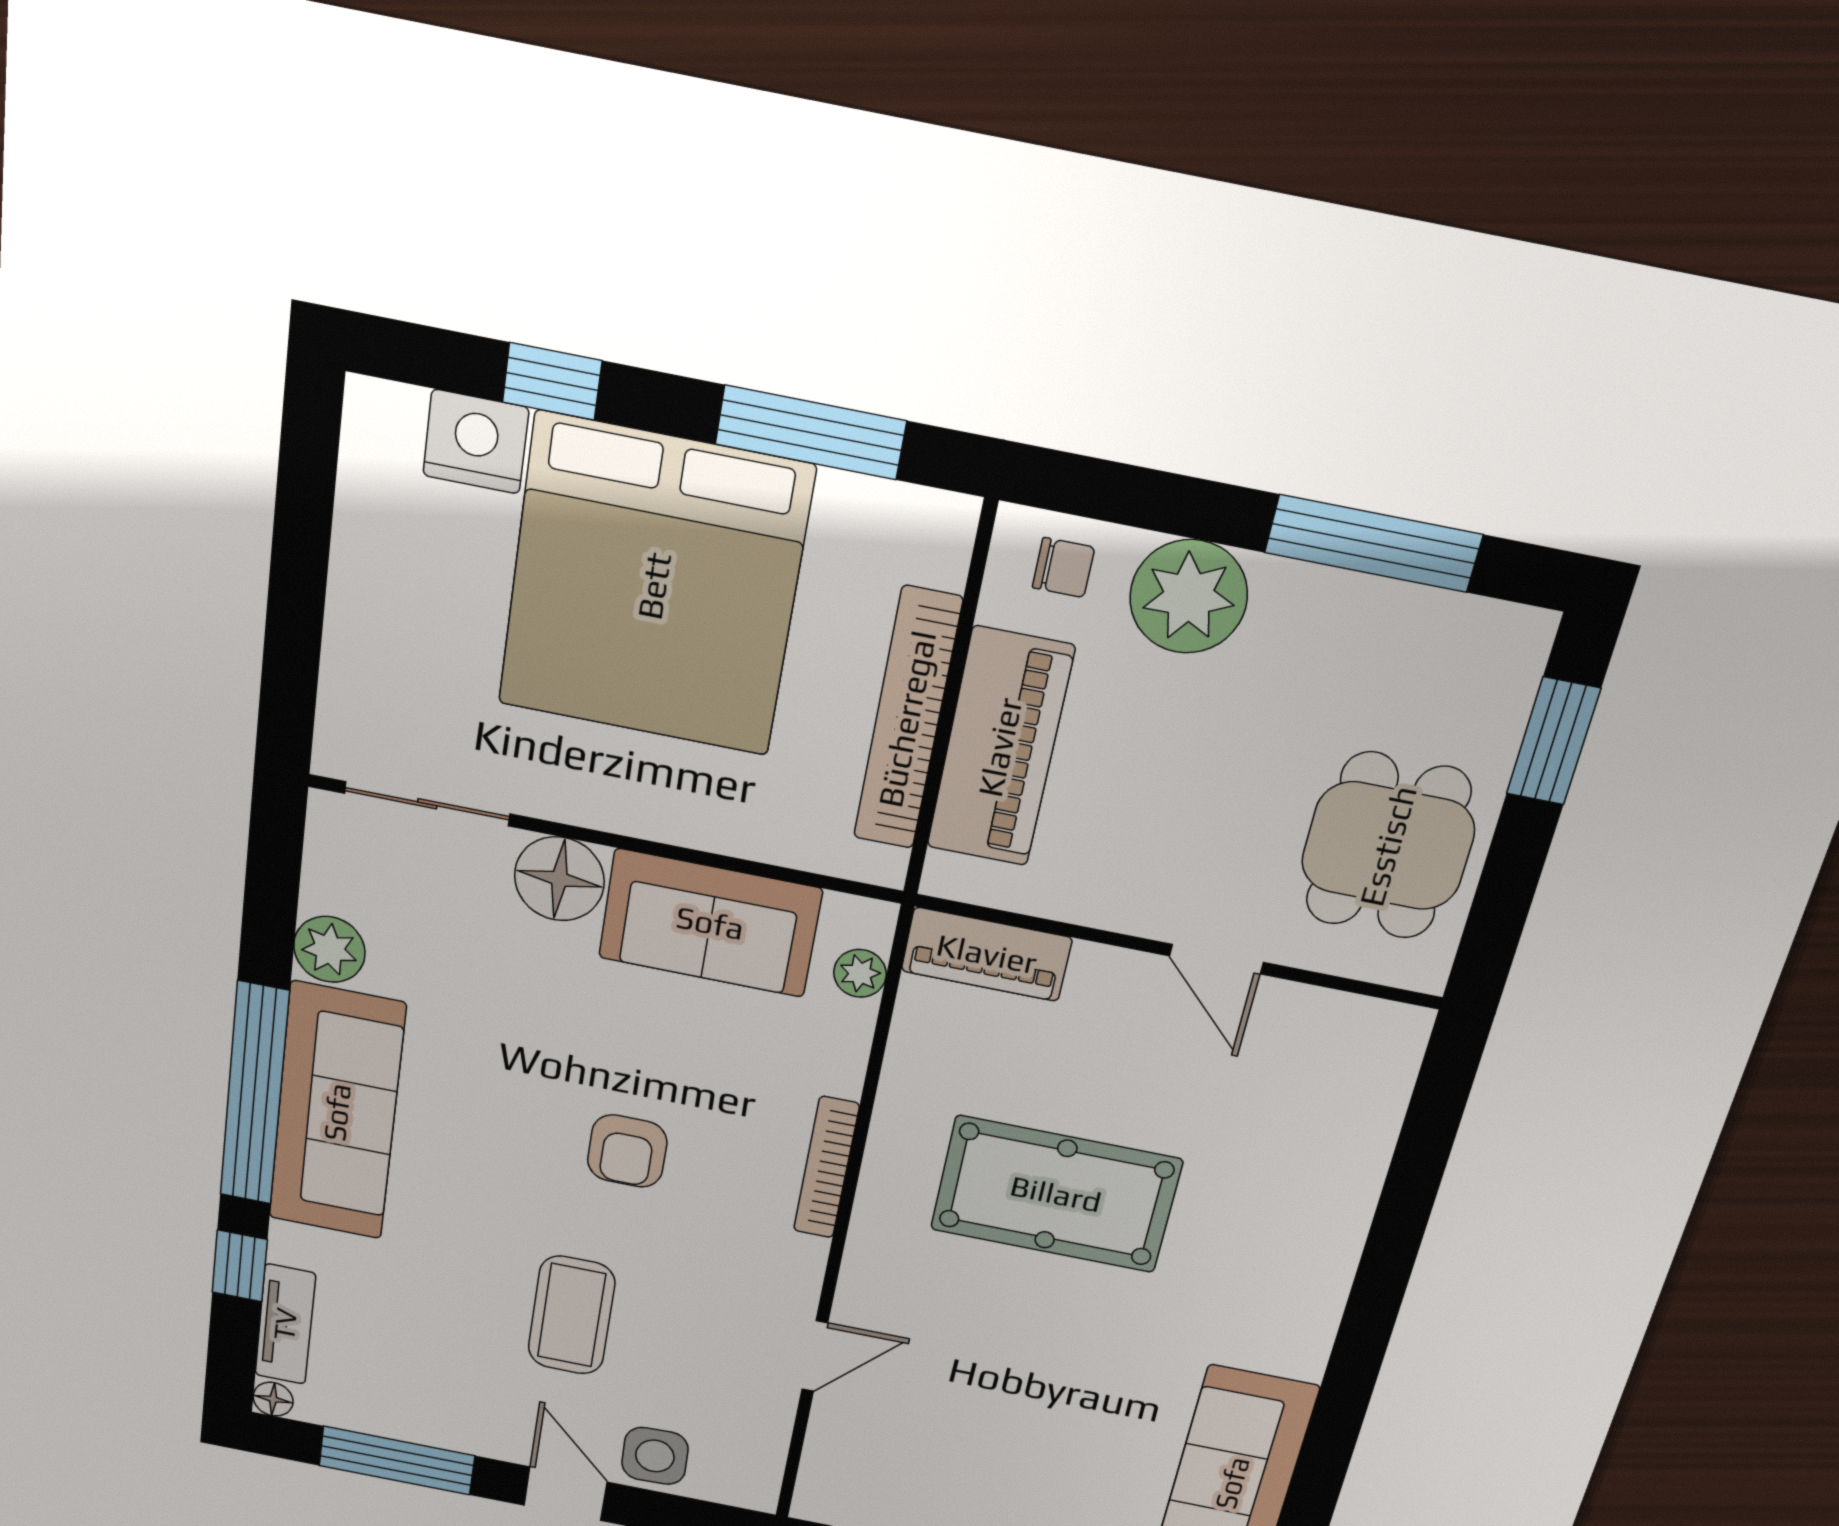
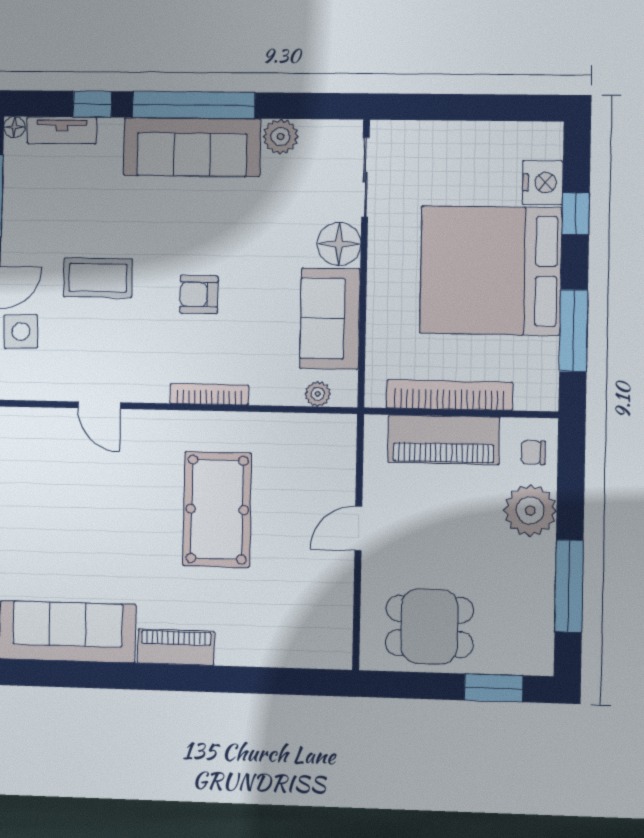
chair: (1063, 568) -> (533, 452), turned 90
piano: (987, 954) -> (176, 647), moved, turned 90
door: (1216, 959) -> (358, 528), moved

